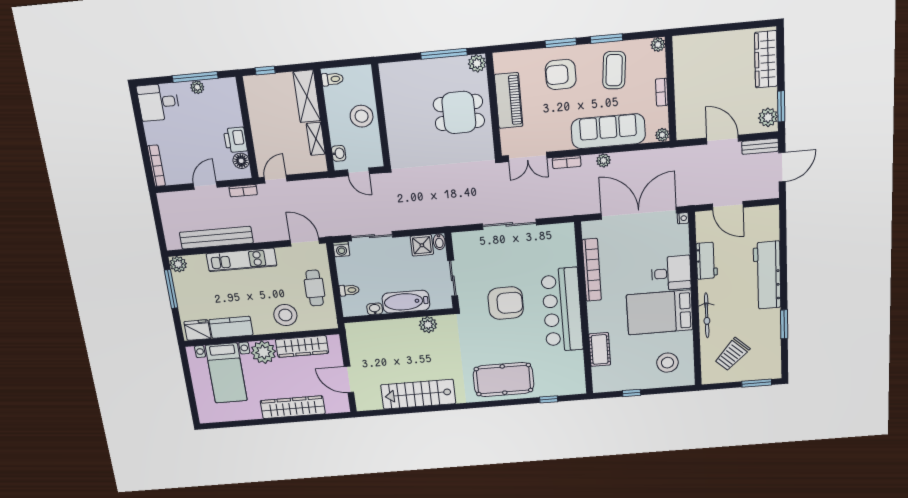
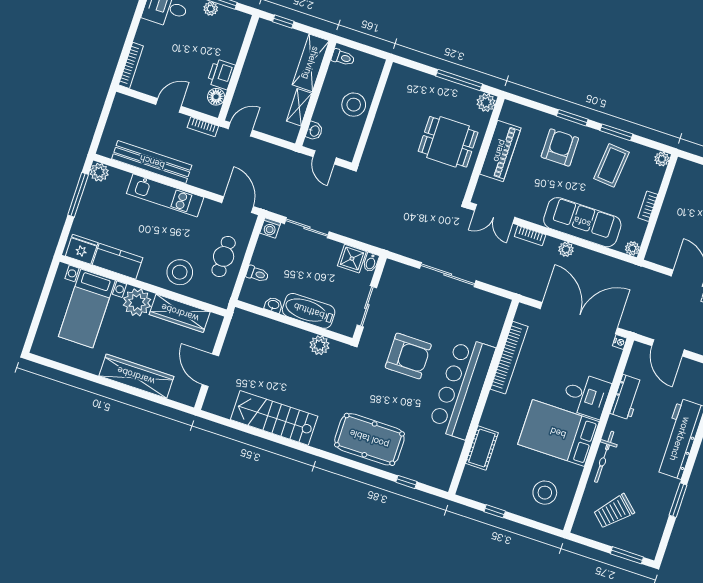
armchair: (561, 74) -> (560, 147), turned 90

